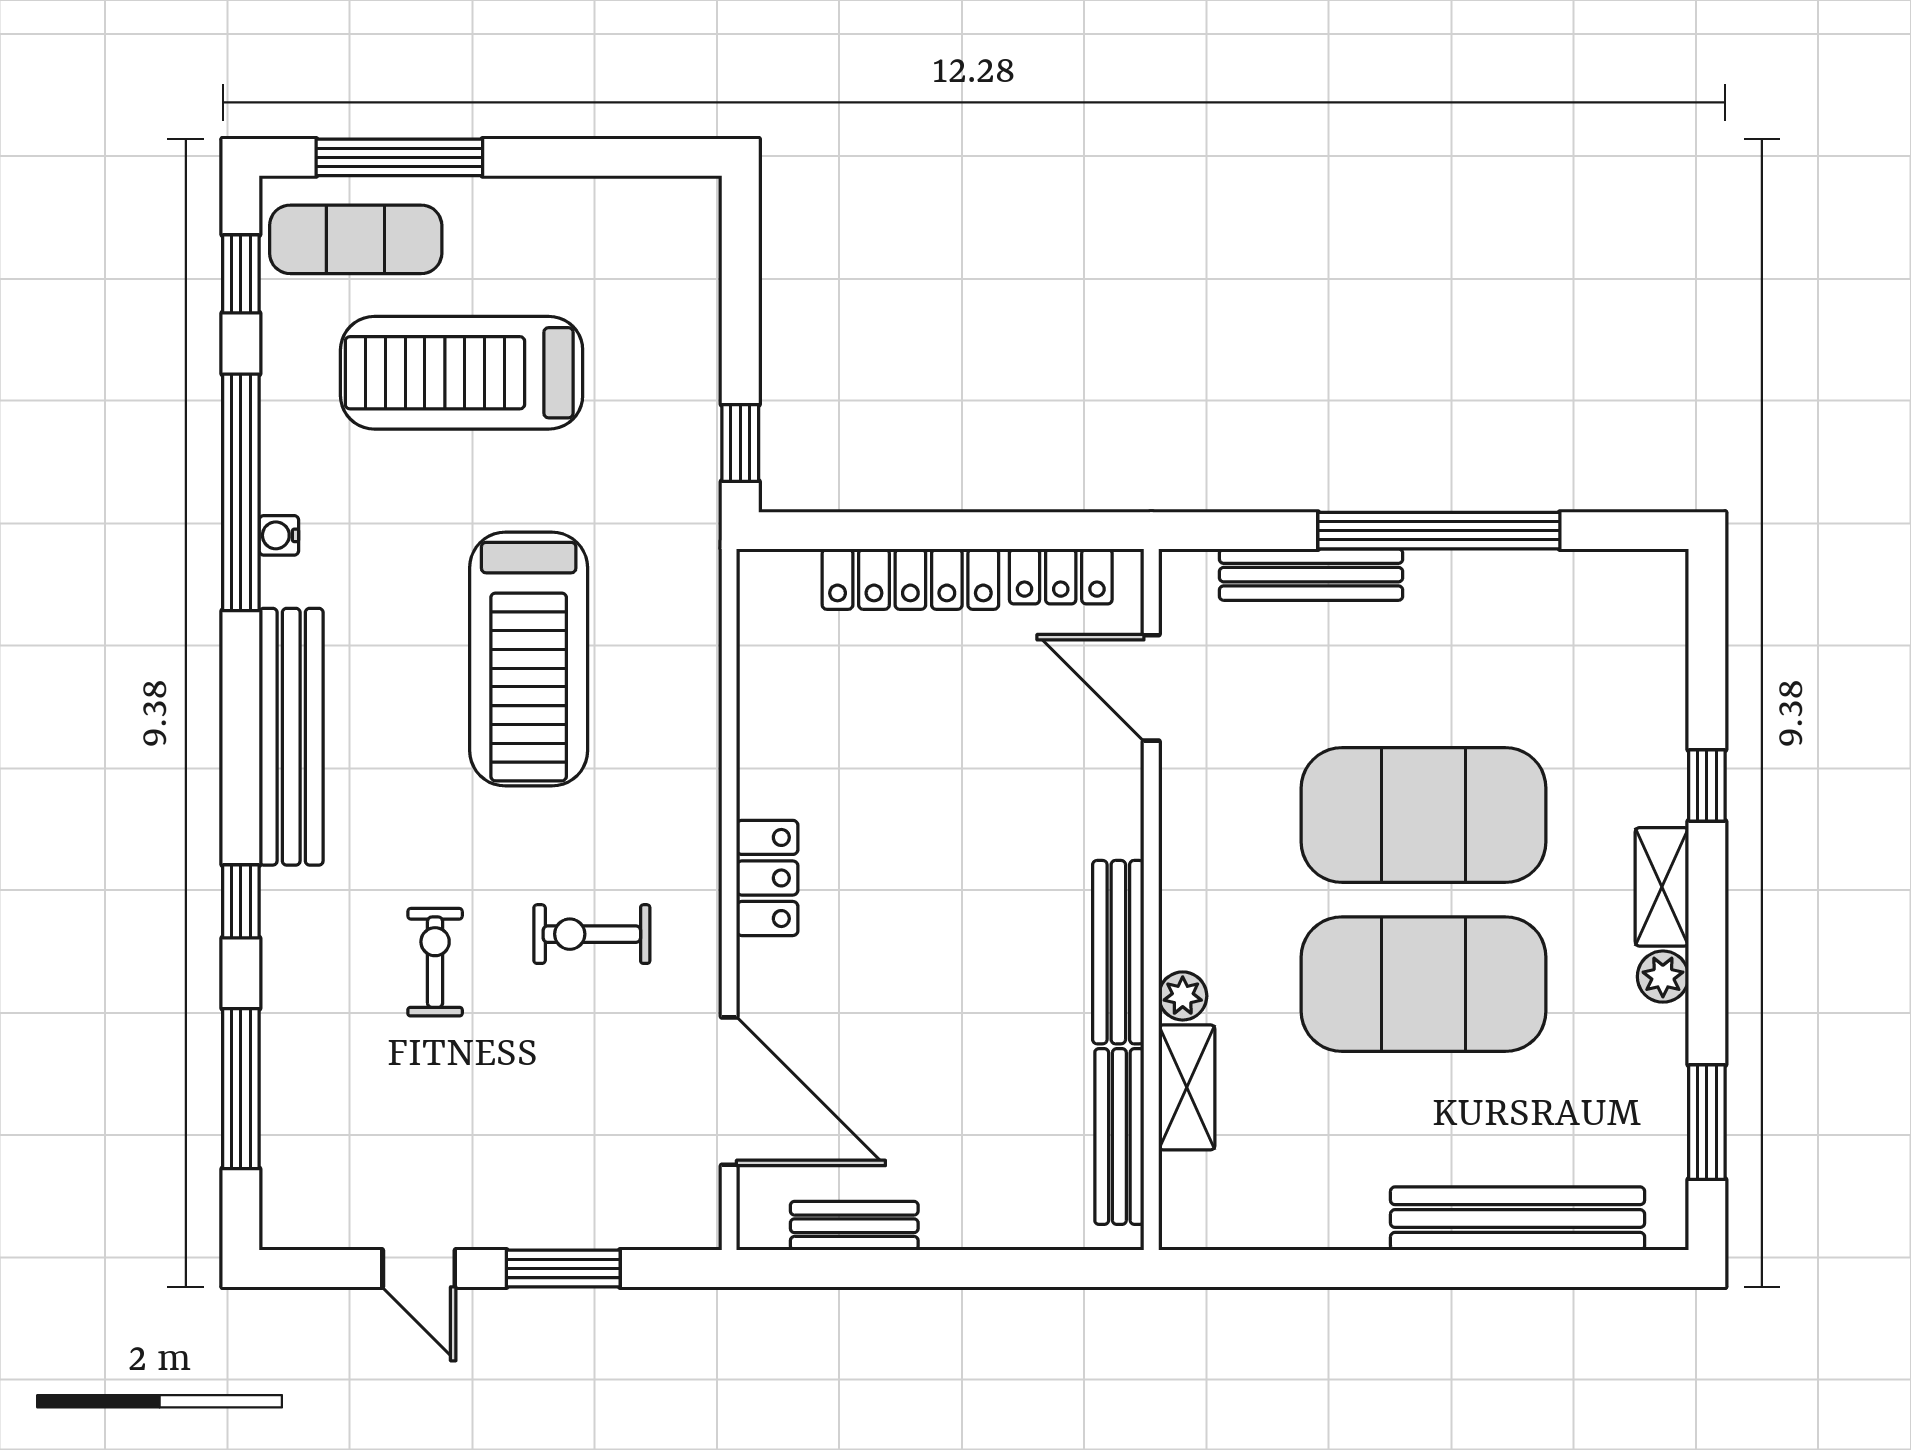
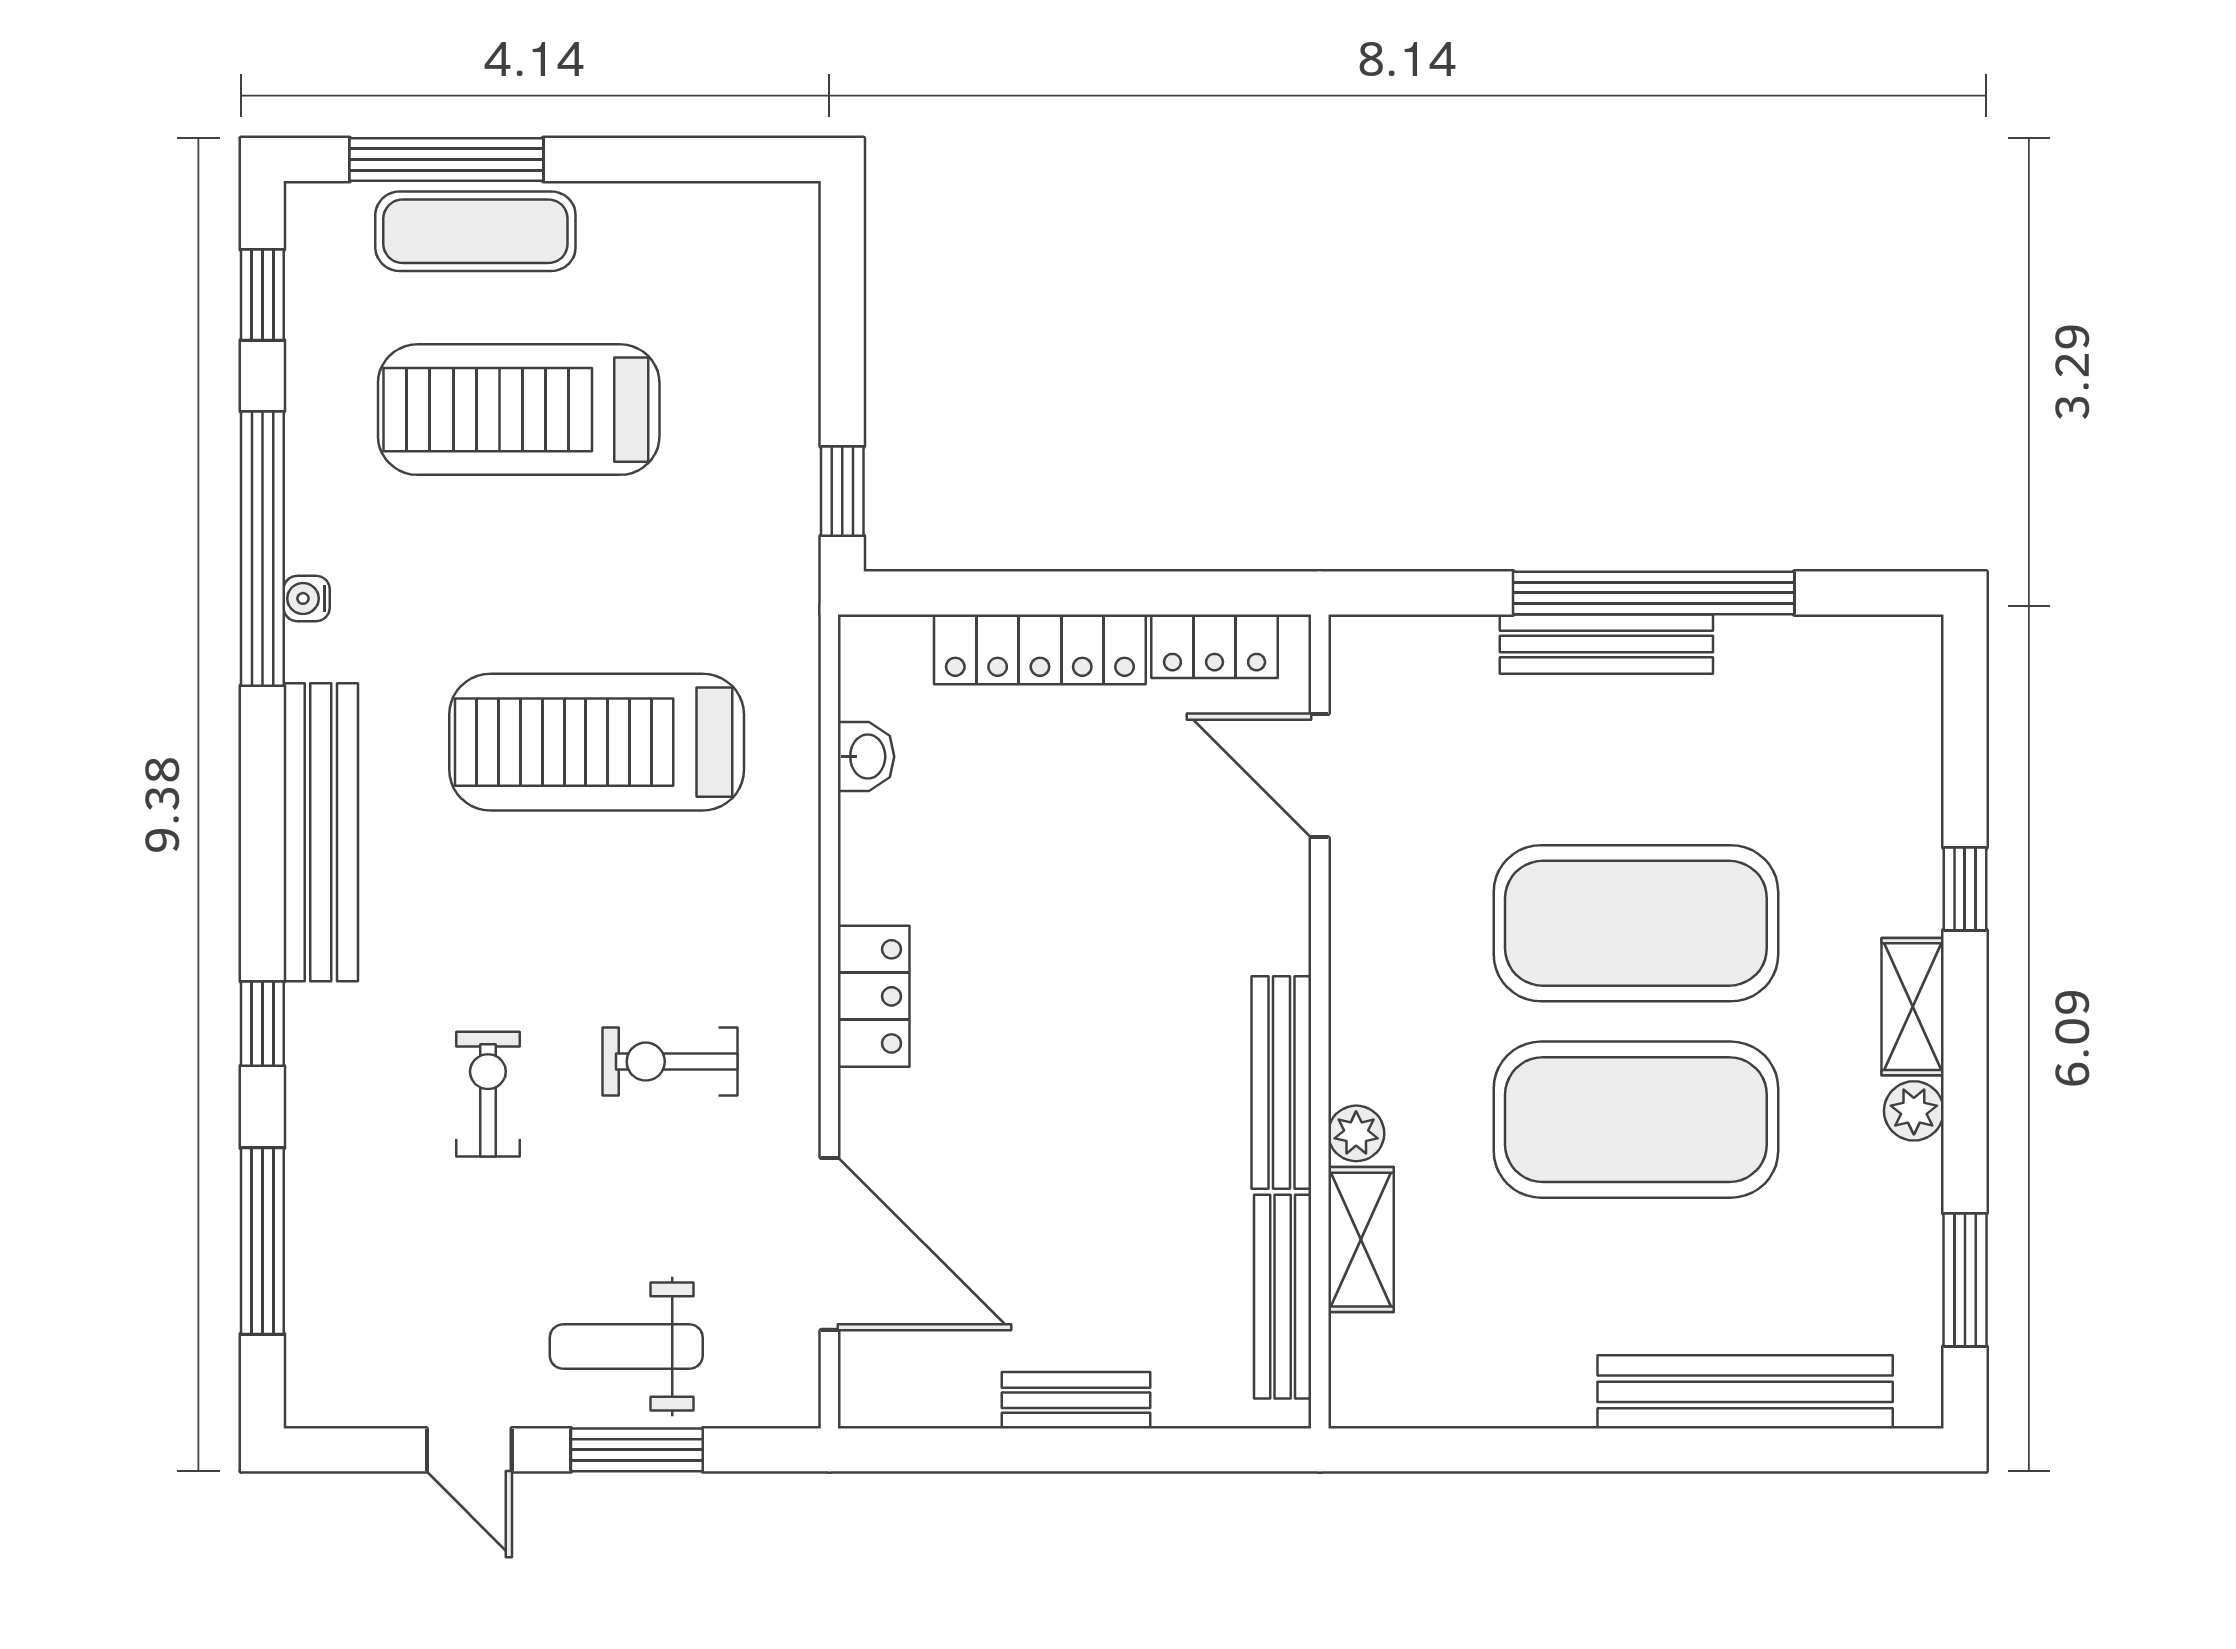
exercise mat: (356, 239) -> (475, 231), moved
bench: (1311, 575) -> (1606, 644), moved
treadmill: (529, 659) -> (597, 742), turned 90
washbasin: (761, 671) -> (866, 757), added
weight bench: (554, 1180) -> (626, 1347), added
bench: (854, 1226) -> (1076, 1400), moved

